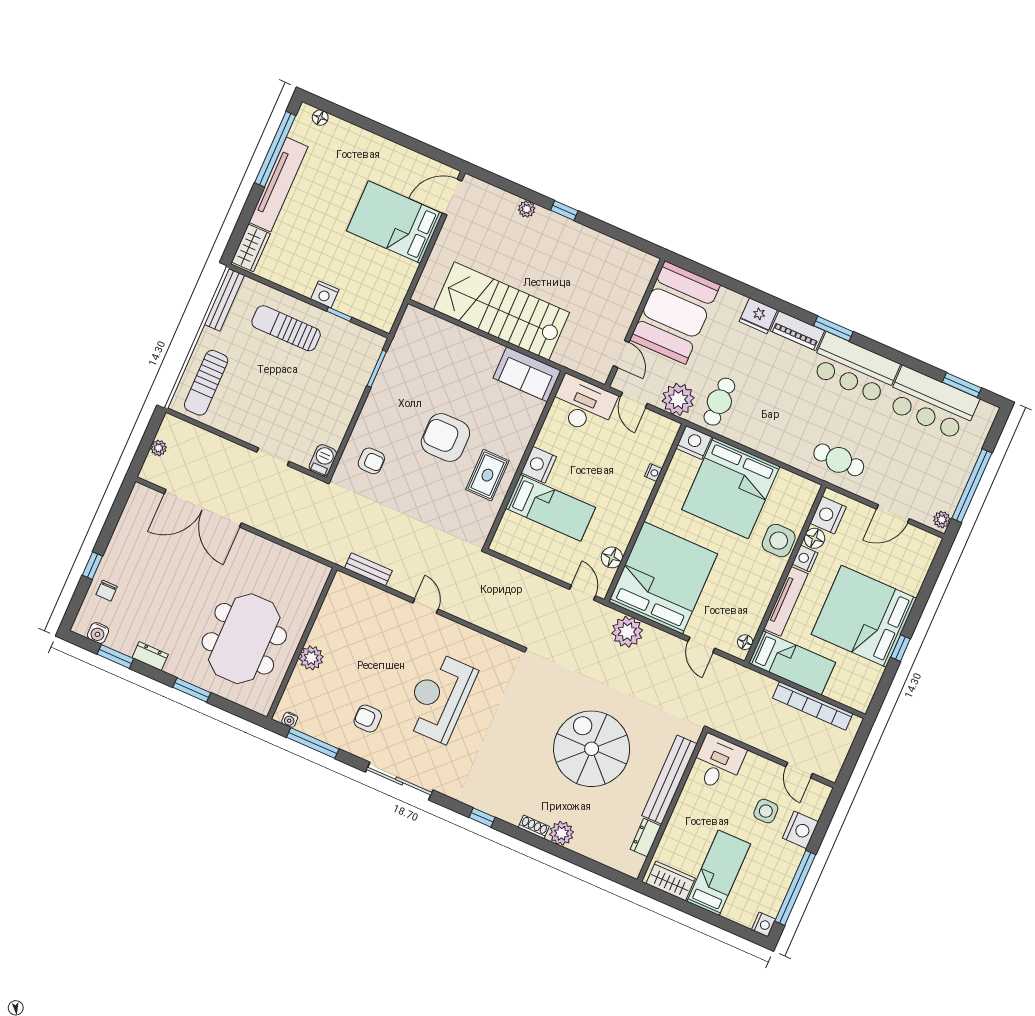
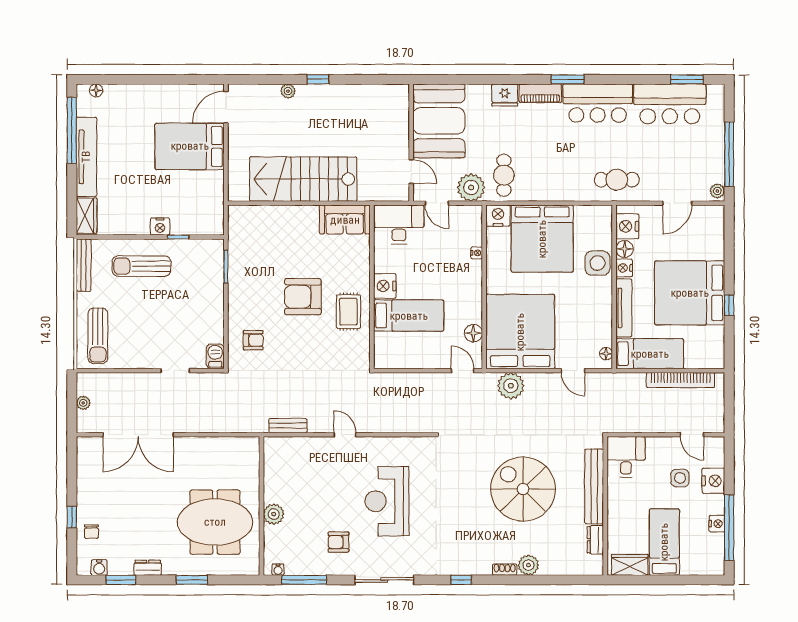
meeting table: (244, 639) -> (215, 522), turned 90
nightstand: (764, 924) -> (717, 524), moved

